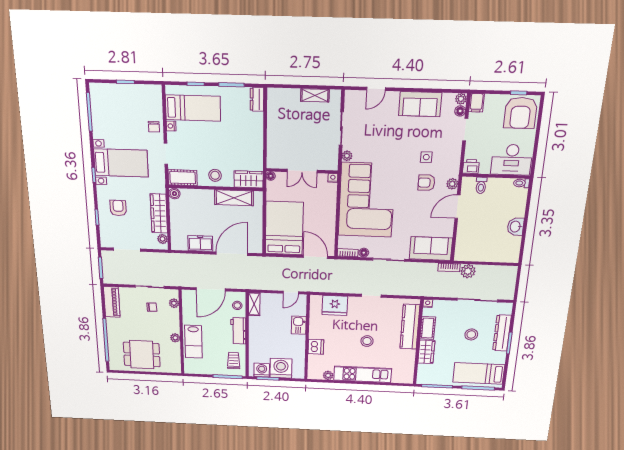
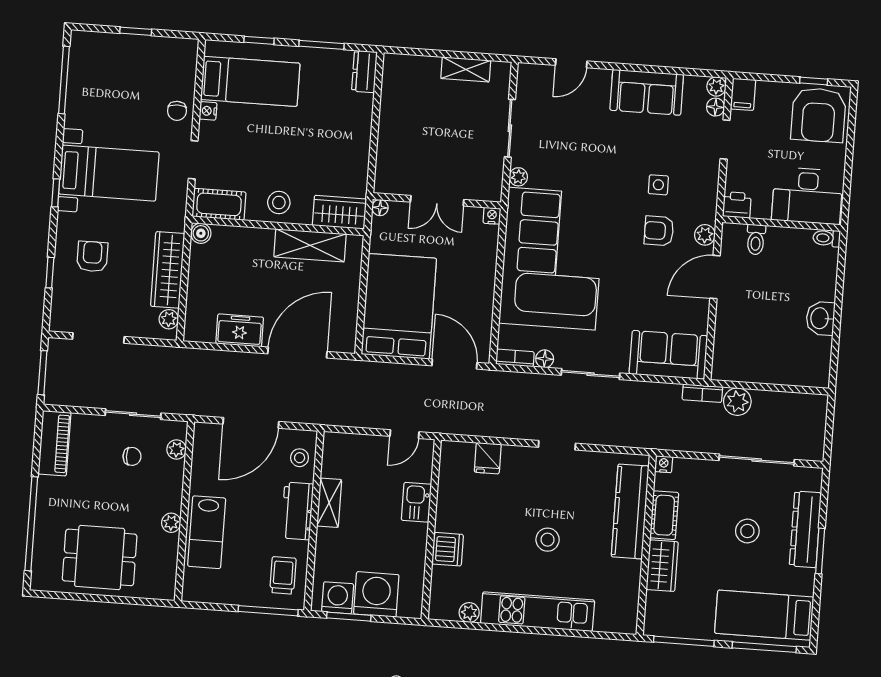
shelving: (254, 304) -> (329, 503), moved
fridge: (335, 305) -> (488, 458), width x0.53, depth x0.75

